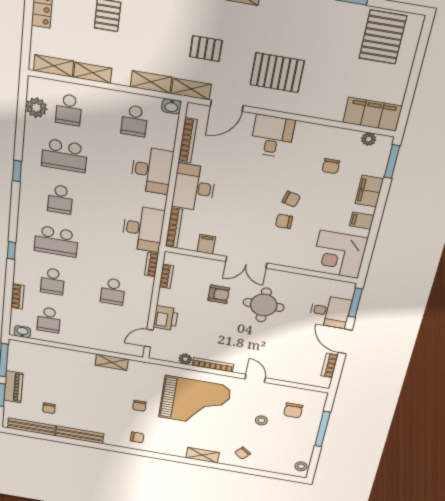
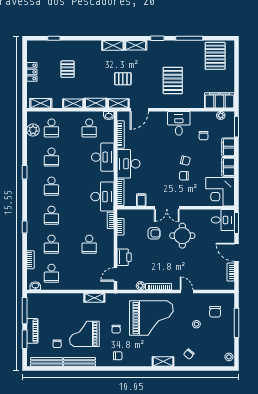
shelving: (93, 73) -> (73, 103), moved
pallet: (277, 73) -> (173, 80), moved, turned 90
desk: (272, 136) -> (179, 123), moved
school desk: (64, 156) -> (51, 157), width x0.54
filing cabinet: (362, 221) -> (228, 167), width x2.00
school desk: (56, 241) -> (51, 215), width x0.54
desk: (330, 311) -> (223, 220), moved
grand piano: (91, 403) -> (84, 334), added

